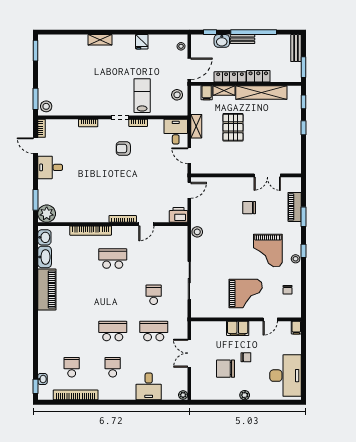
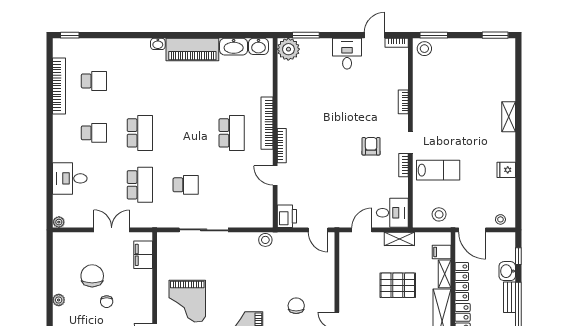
bookcase: (91, 231) -> (267, 123), moved
filing cabinet: (238, 328) -> (143, 255), moved
washbasin: (42, 379) -> (158, 44), moved

